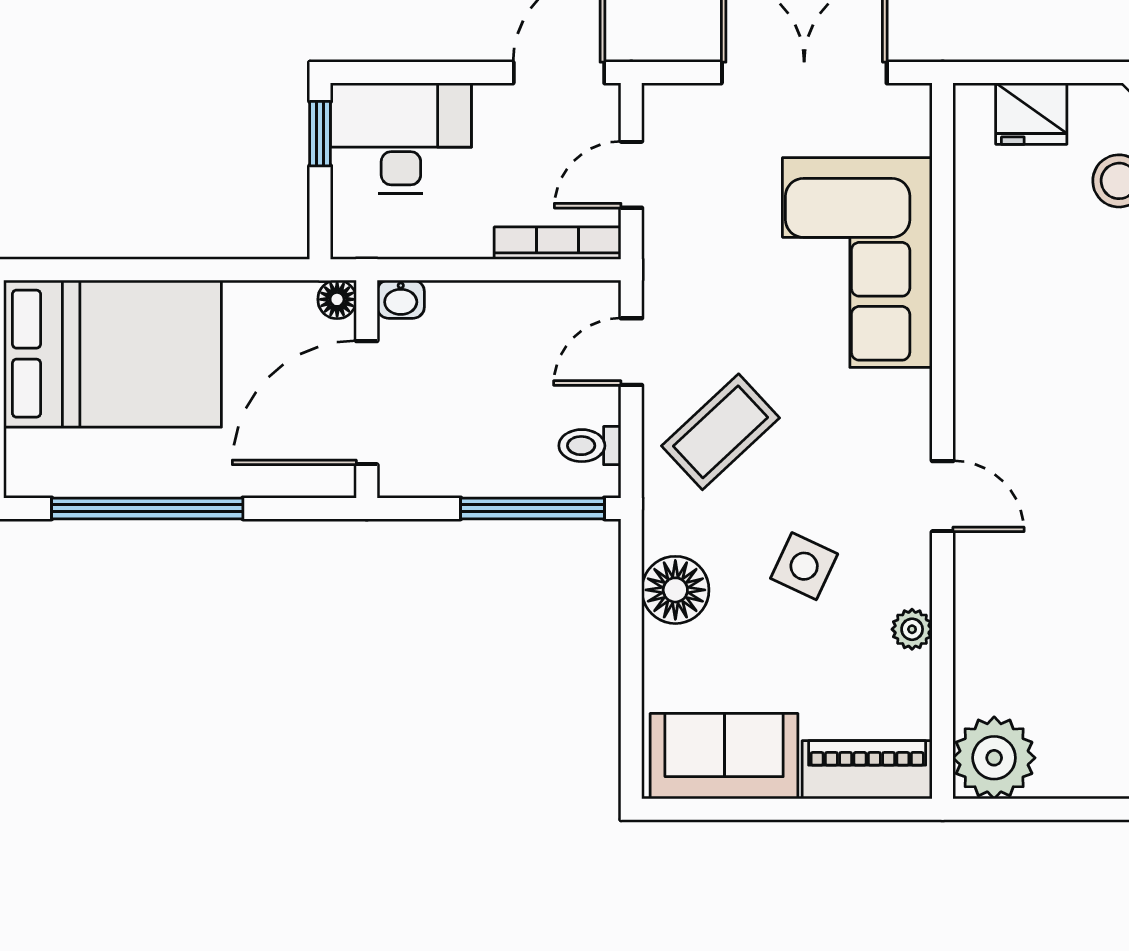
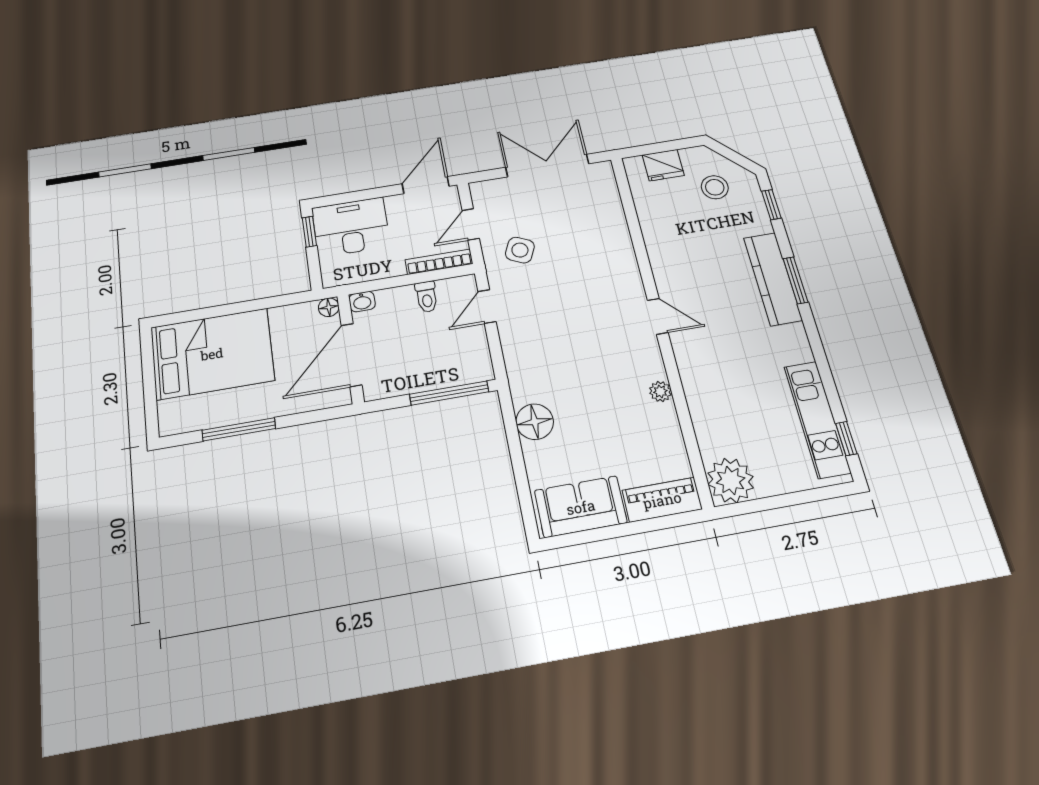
corner sofa: (857, 262) -> (594, 245), removed
coffee table: (721, 432) -> (542, 337), removed
toilet: (590, 446) -> (427, 297), moved, turned -90
door: (943, 496) -> (658, 316), moved
window: (147, 508) -> (239, 429), width x0.68
side table: (804, 566) -> (520, 250), moved
plant: (912, 629) -> (660, 391), moved

